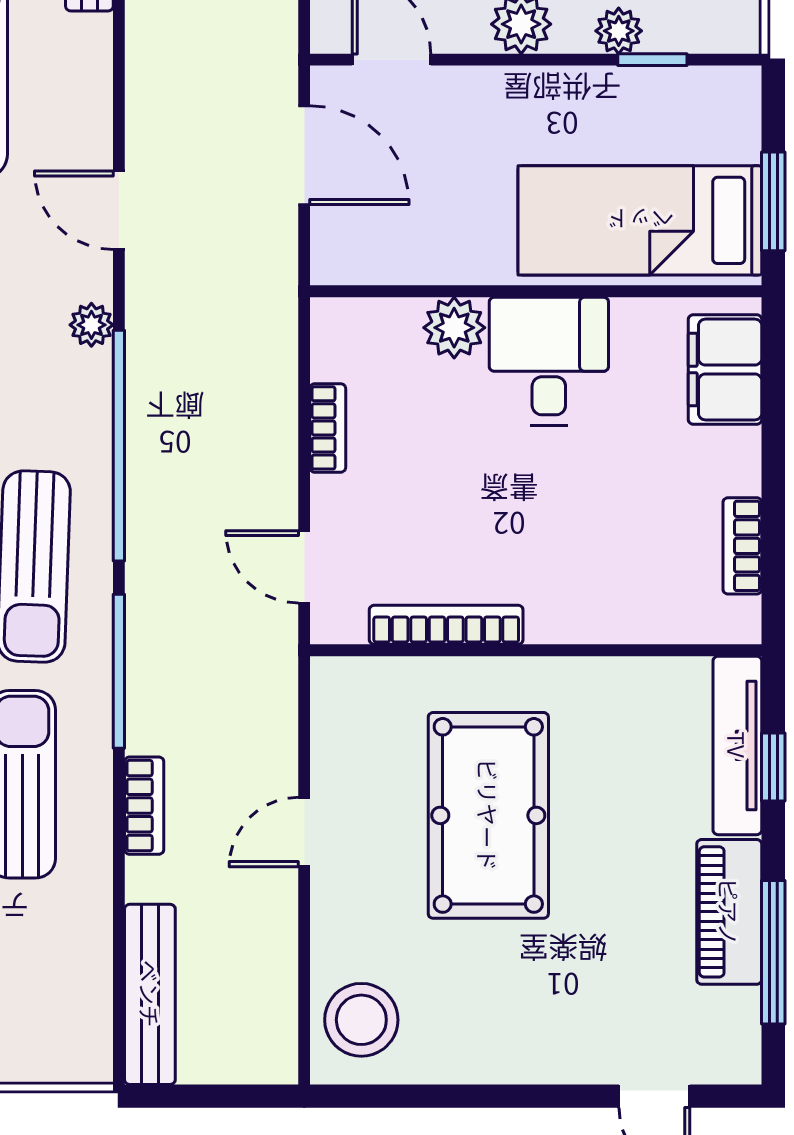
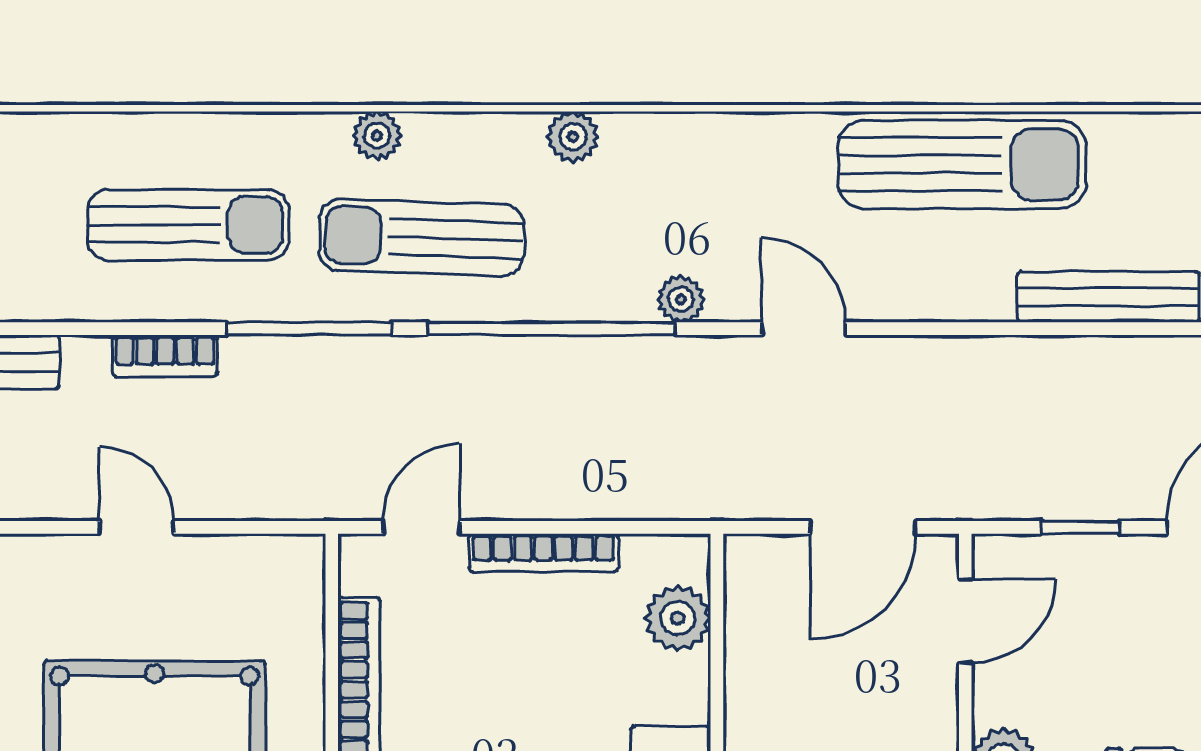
door: (119, 210) -> (804, 329), hinge flipped
plant: (454, 328) -> (678, 618), moved
bookcase: (328, 428) -> (543, 553), width x1.56

